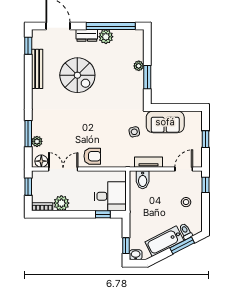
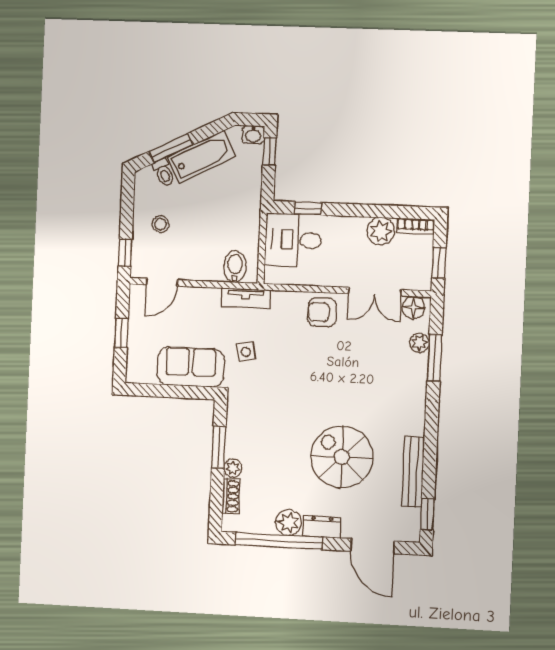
shoe rack: (139, 50) -> (231, 496), added
tv unit: (148, 162) -> (246, 298), moved

